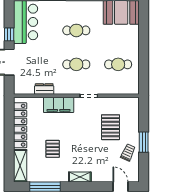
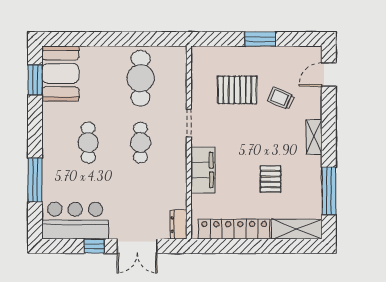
cafe table: (118, 64) -> (141, 78), width x1.37, depth x1.35
dresser: (44, 89) -> (179, 225), moved
pallet: (53, 149) -> (271, 179), turned 90
trolley: (128, 152) -> (281, 98), moved

